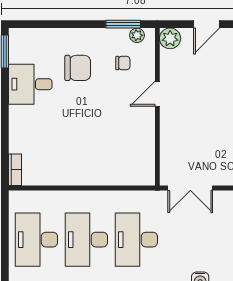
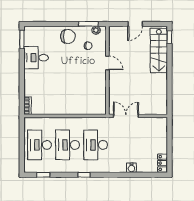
plant: (170, 38) -> (115, 32), removed
chair: (78, 68) -> (68, 36), moved
door: (157, 94) -> (107, 63), swing flipped
double door: (190, 188) -> (126, 116), swing flipped

